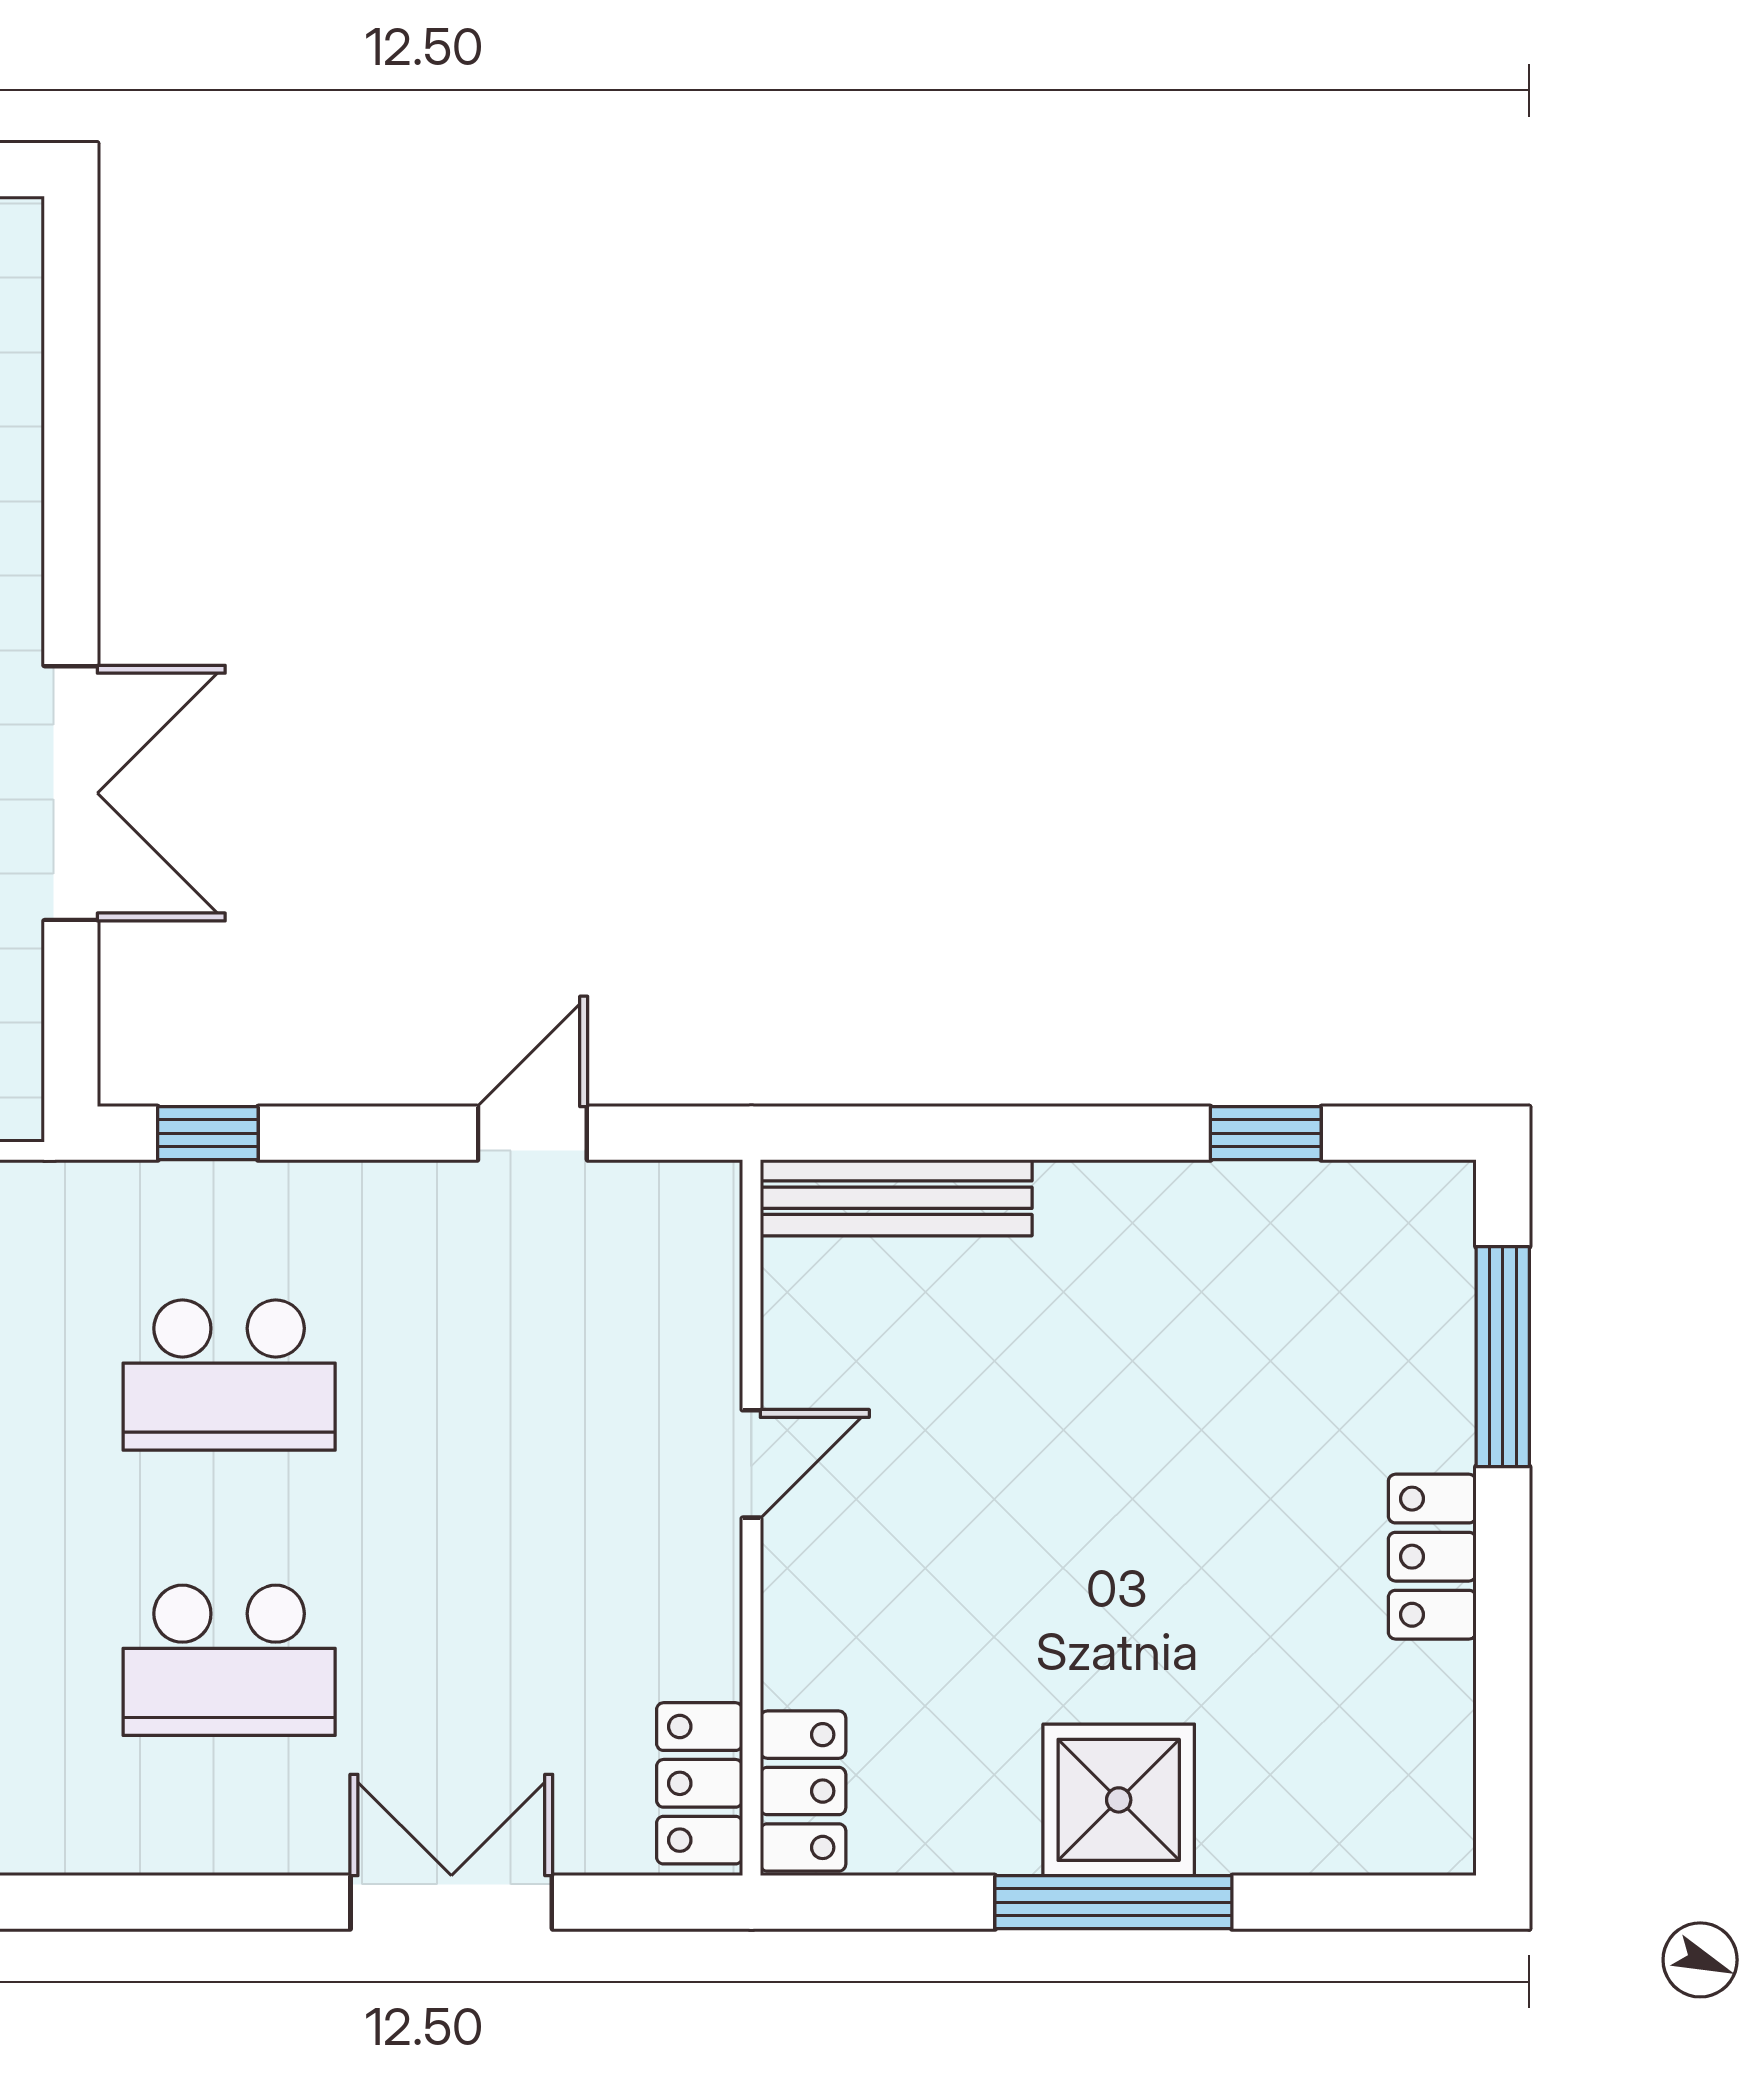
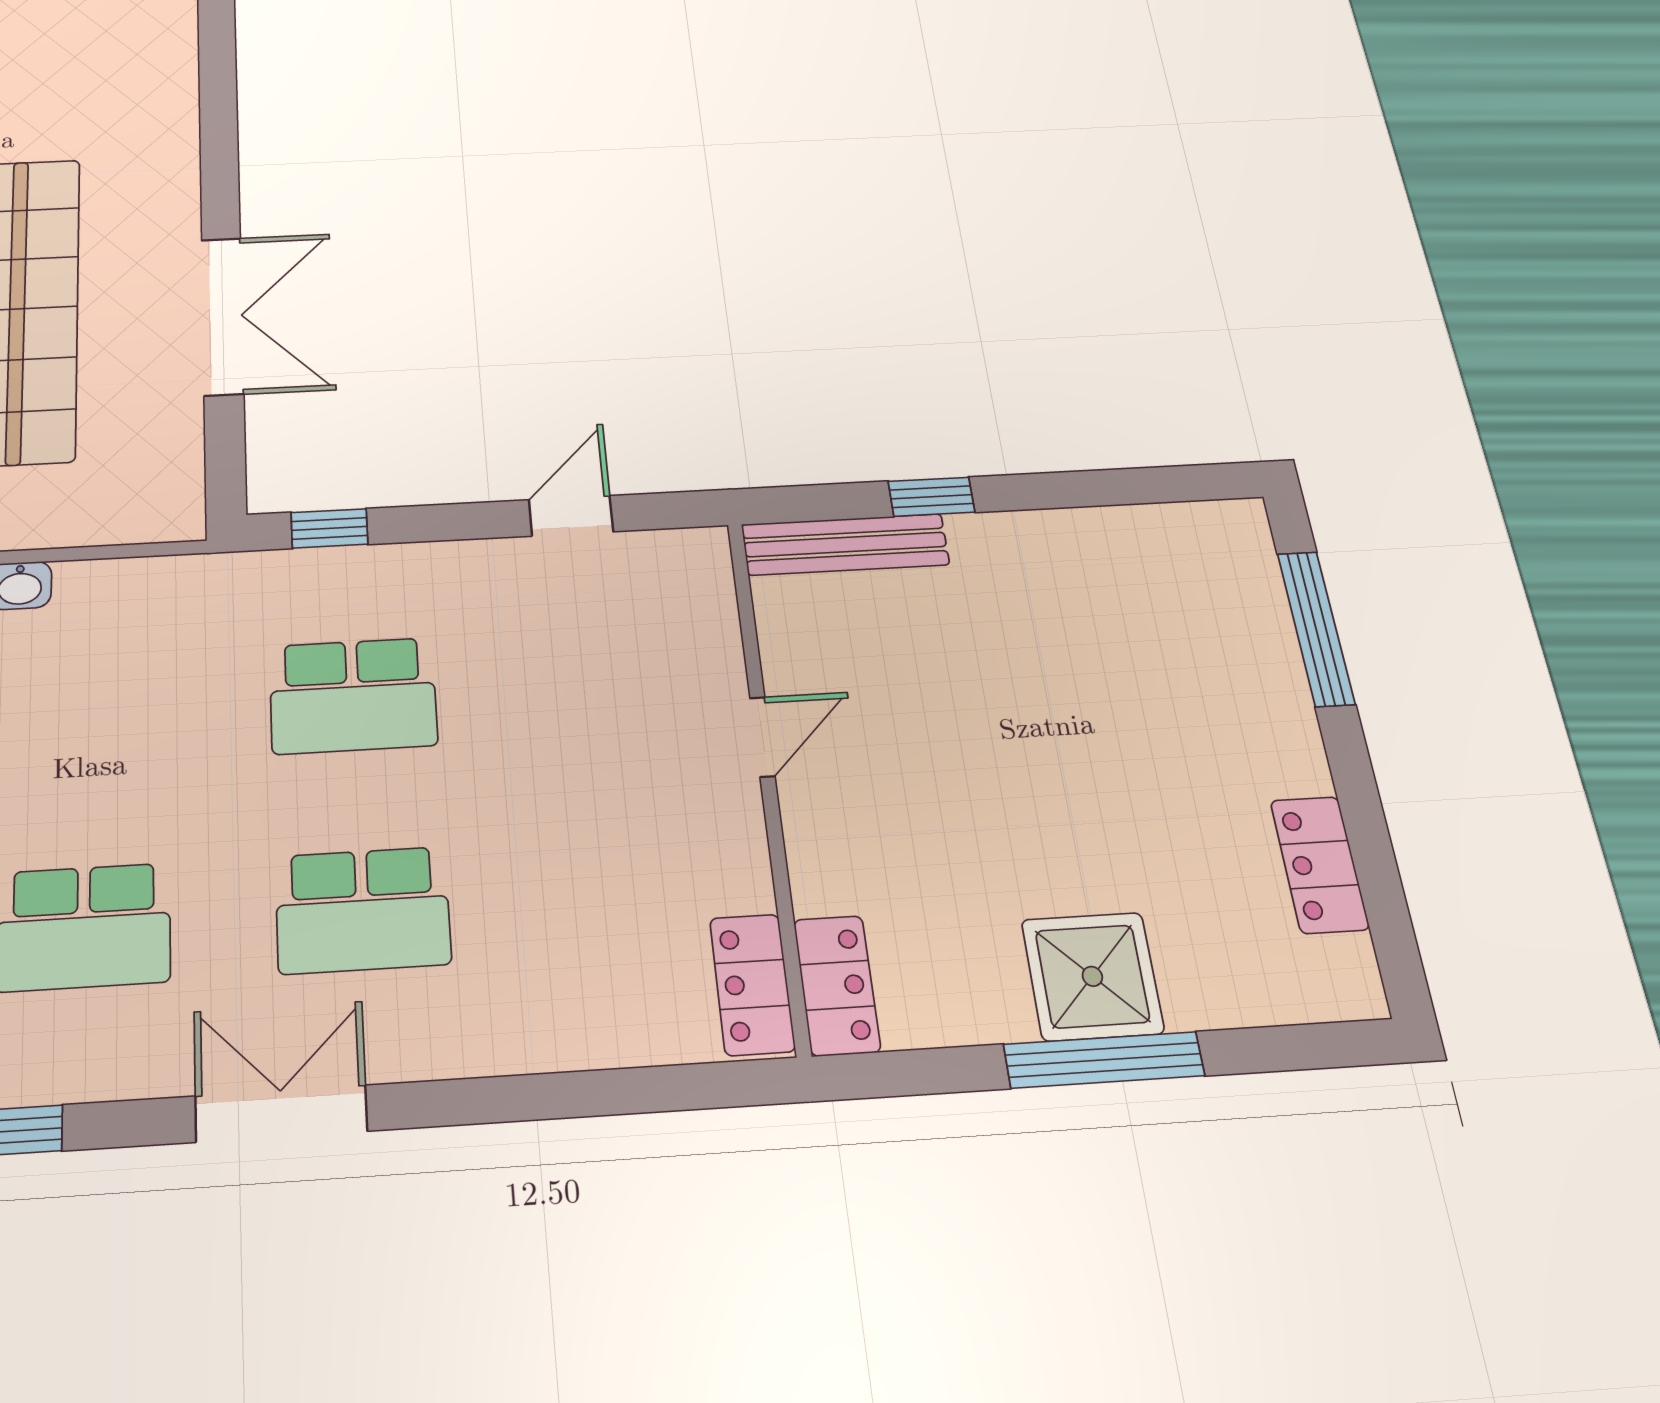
window: (1266, 1133) -> (931, 497), moved
locker: (1432, 1557) -> (1319, 865), moved
double door: (451, 1902) -> (281, 1114), moved

